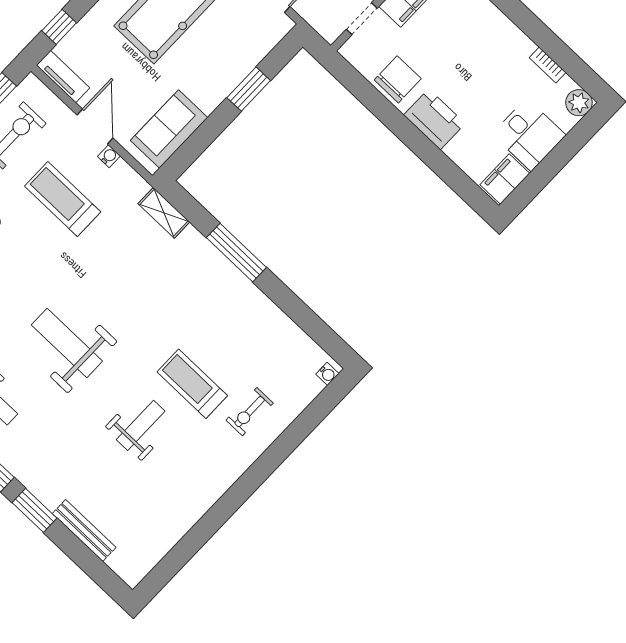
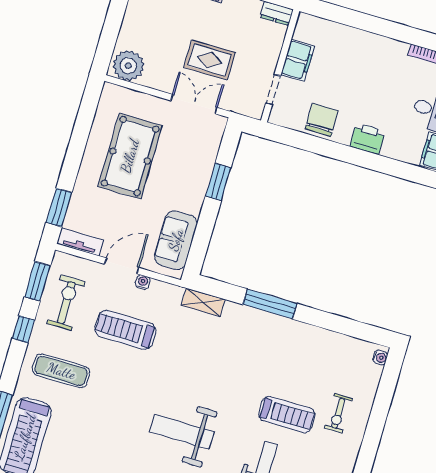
window: (59, 27) -> (59, 208), width x1.50
printer: (434, 119) -> (367, 139), width x0.73, depth x0.84
door: (95, 126) -> (122, 266), hinge flipped
treadmill: (192, 384) -> (287, 415), turned 180

